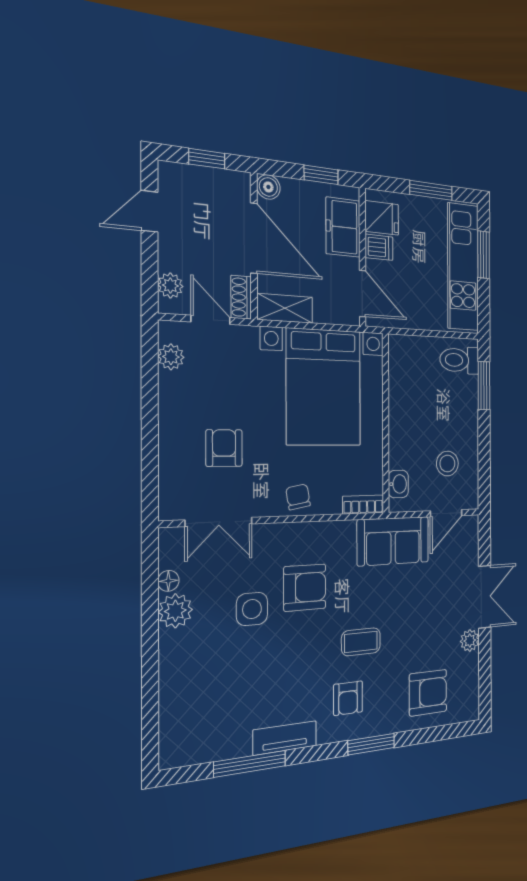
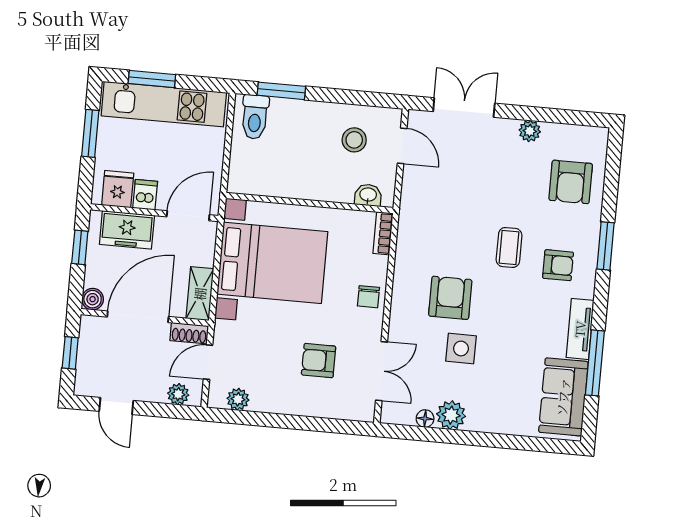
chair: (298, 497) -> (368, 297), turned -80
sofa: (393, 541) -> (563, 397), moved, turned 180
double door: (485, 597) -> (464, 107), moved
armchair: (428, 693) -> (571, 182), turned 180

